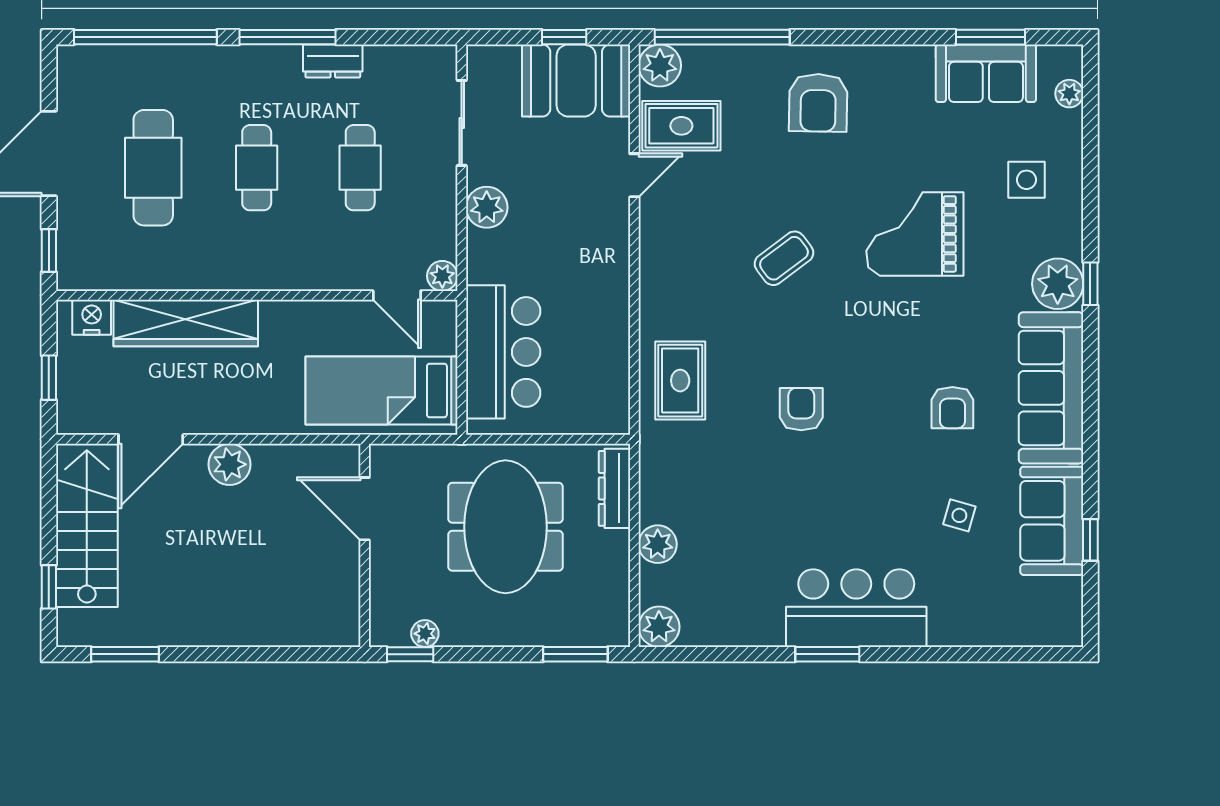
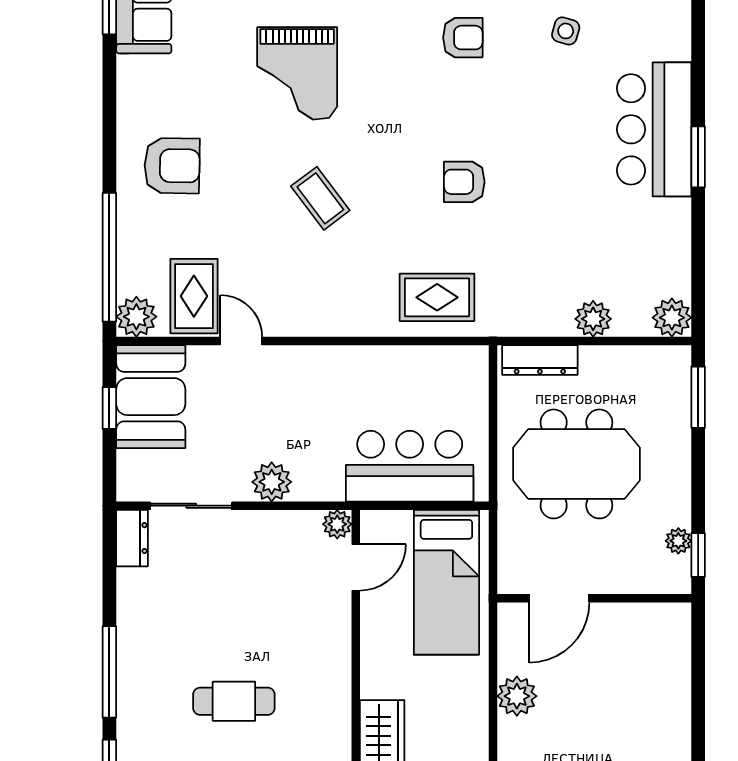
dresser: (333, 61) -> (132, 538), moved
cafe table: (360, 168) -> (234, 603), removed
plant: (230, 464) -> (517, 696), moved

